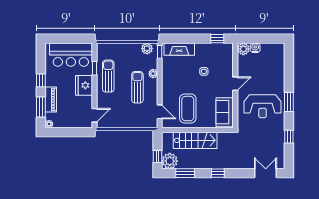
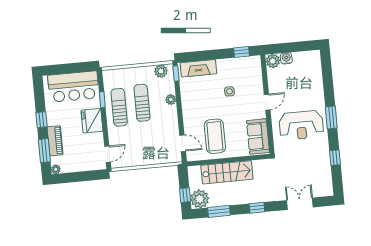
sun lounger: (137, 87) -> (142, 103), moved
double door: (266, 173) -> (300, 204), moved

